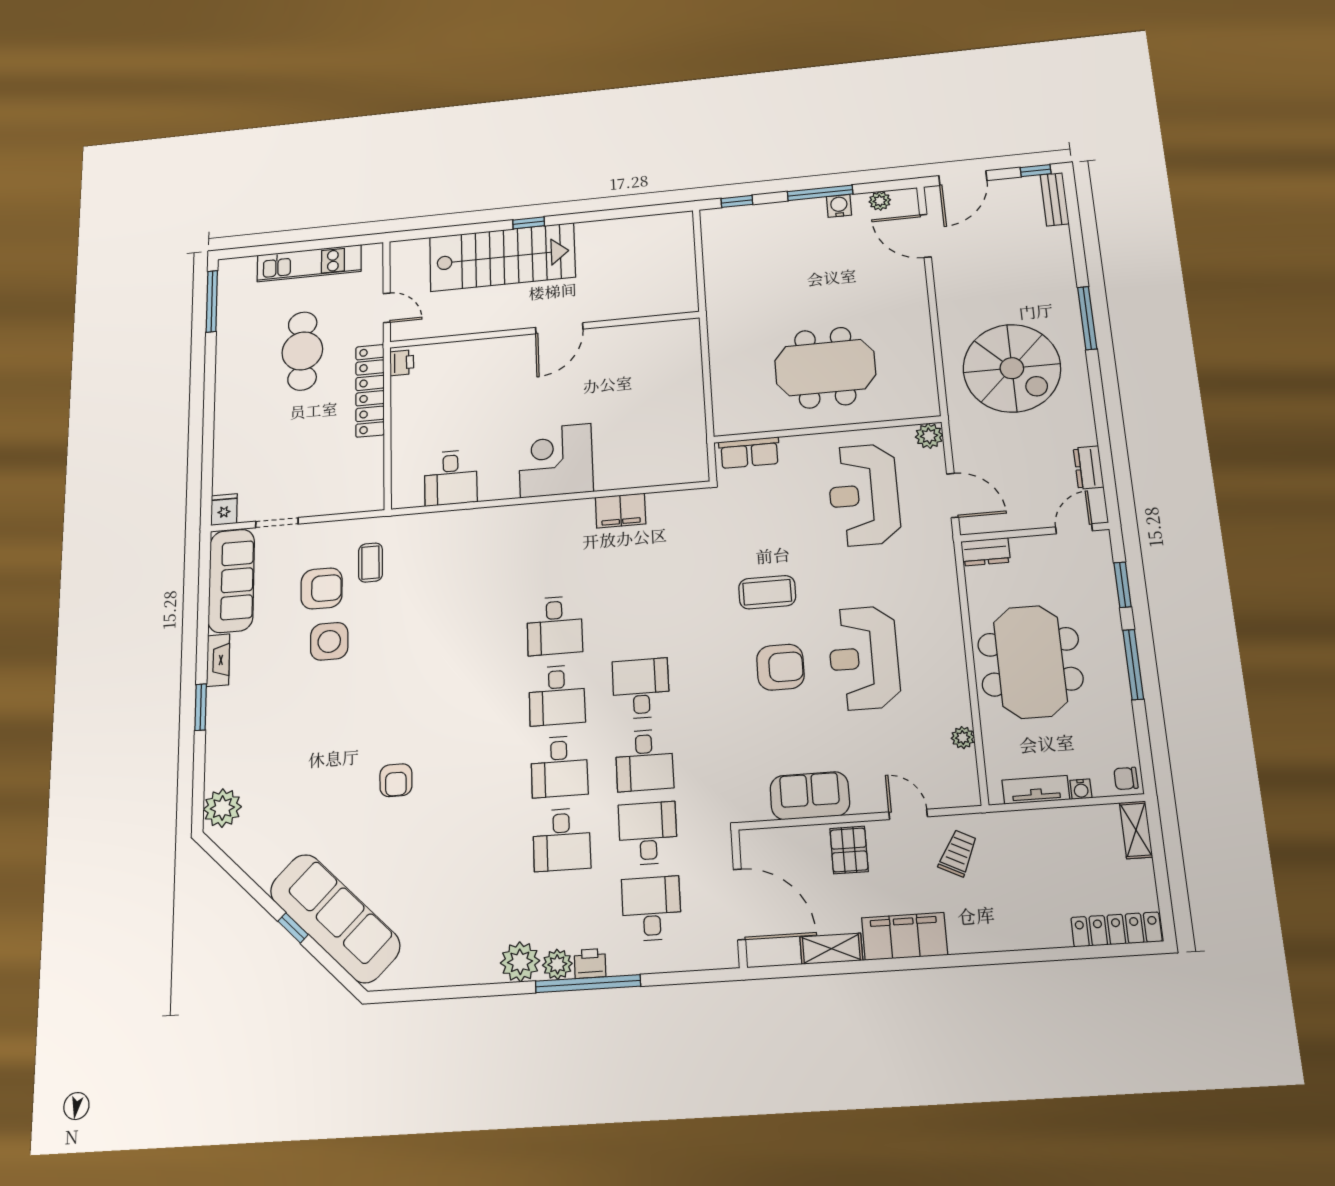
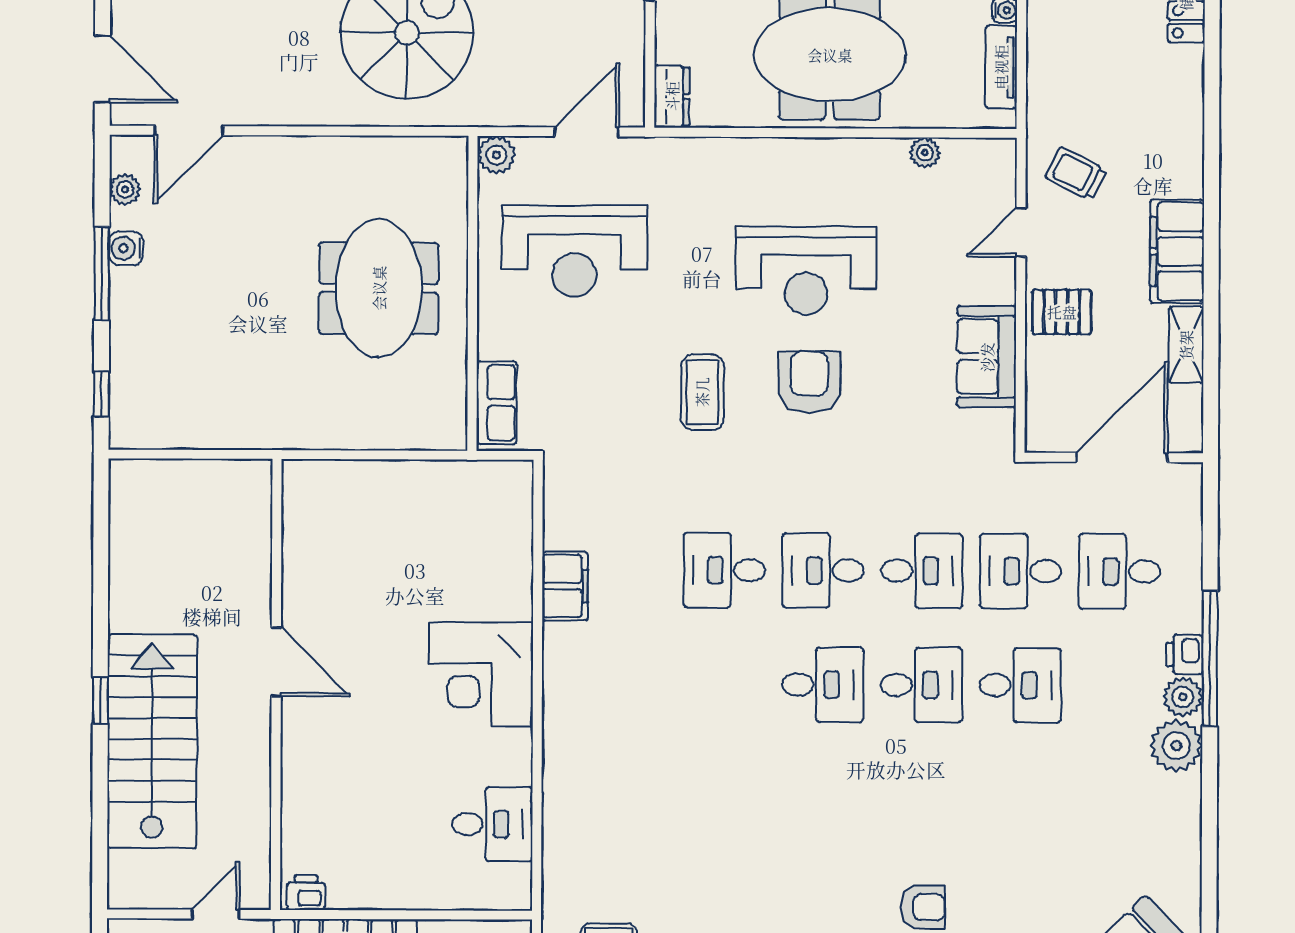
desk: (555, 626) -> (724, 570), moved, turned 180

